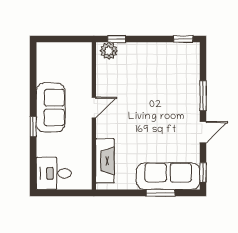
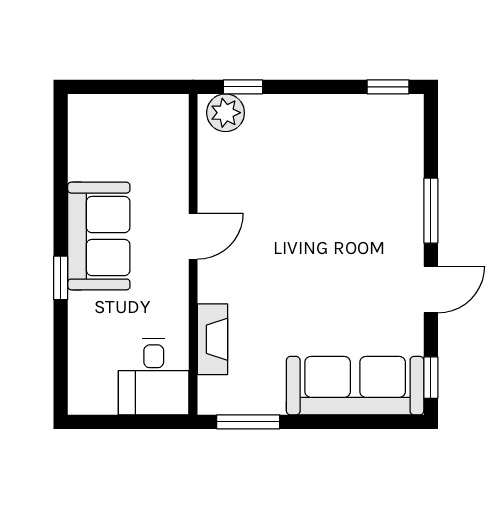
fireplace: (105, 161) -> (213, 339), width x0.73, depth x0.76
desk: (54, 173) -> (154, 377), moved, turned -90
window: (161, 193) -> (248, 422), moved

